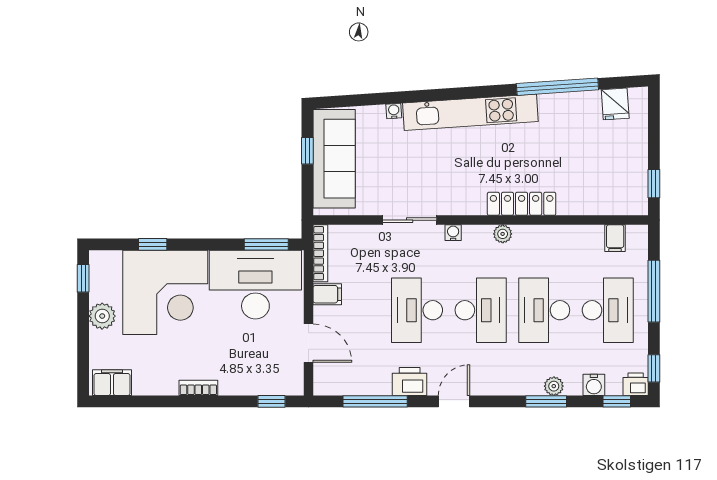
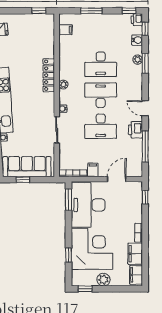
window: (654, 291) -> (91, 11), width x0.69
desk: (608, 310) -> (101, 33), removed
filing cabinet: (155, 381) -> (135, 254), added

